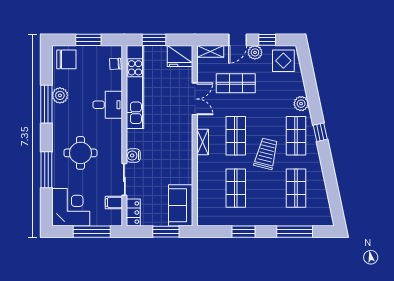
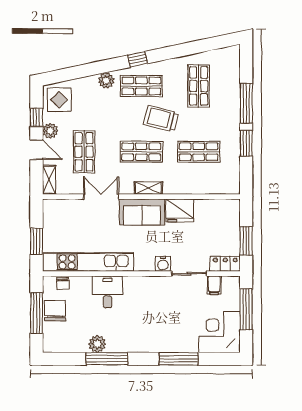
window: (88, 40) -> (36, 313), width x1.44
fridge: (180, 56) -> (180, 211), moved, turned 90
chair: (66, 59) -> (55, 311), moved
round table: (80, 153) -> (160, 322), removed
shop shelf: (296, 188) -> (199, 86), turned 90
sofa: (181, 205) -> (142, 212), moved
window: (166, 232) -> (246, 241), moved
window: (295, 232) -> (246, 103), moved

